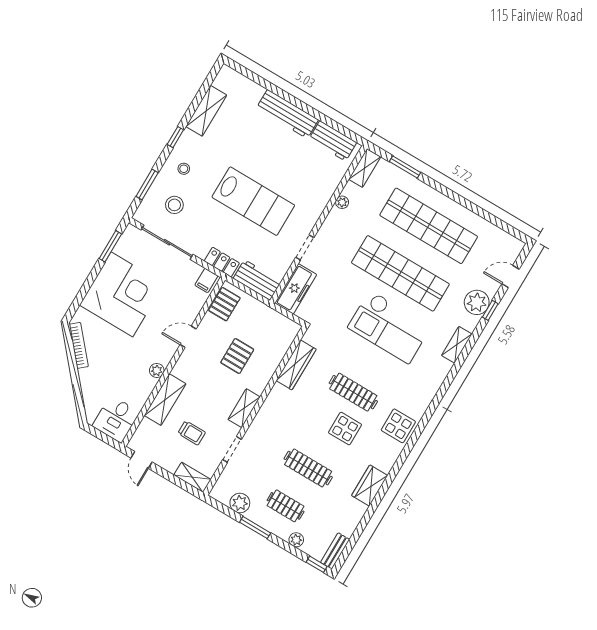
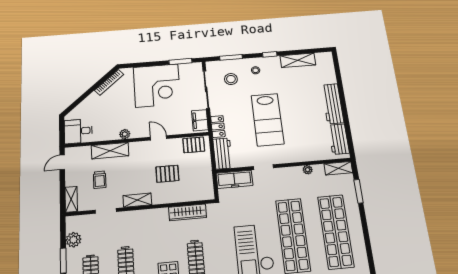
filing cabinet: (206, 280) -> (200, 120), width x2.00

